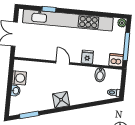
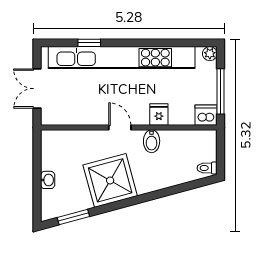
bidet: (100, 75) -> (152, 141), moved
washing machine: (19, 78) -> (52, 159), removed
shower: (61, 100) -> (110, 180), width x1.86, depth x1.86

